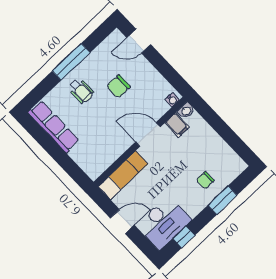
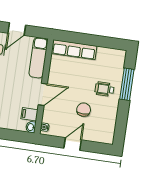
door: (139, 41) -> (73, 144), moved
window: (71, 62) -> (127, 84), moved
row of seats: (54, 127) -> (74, 50), moved

